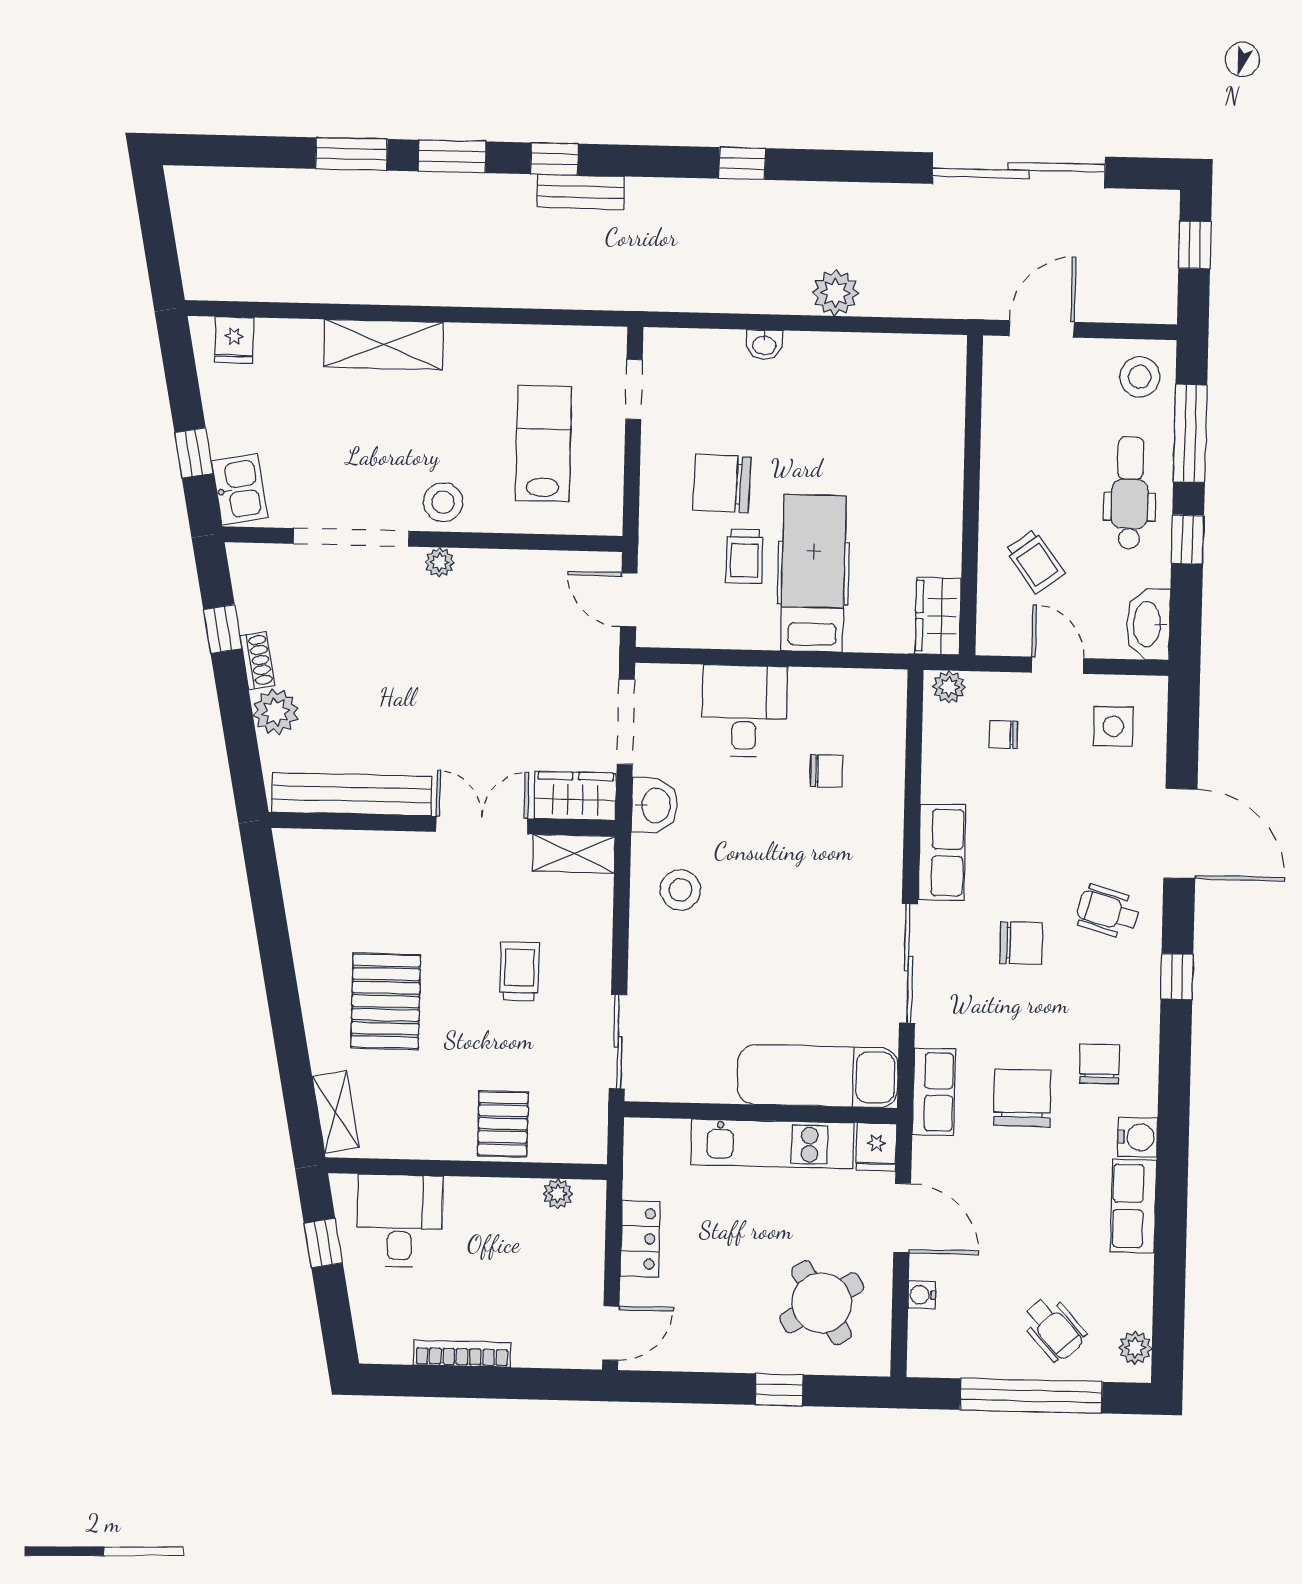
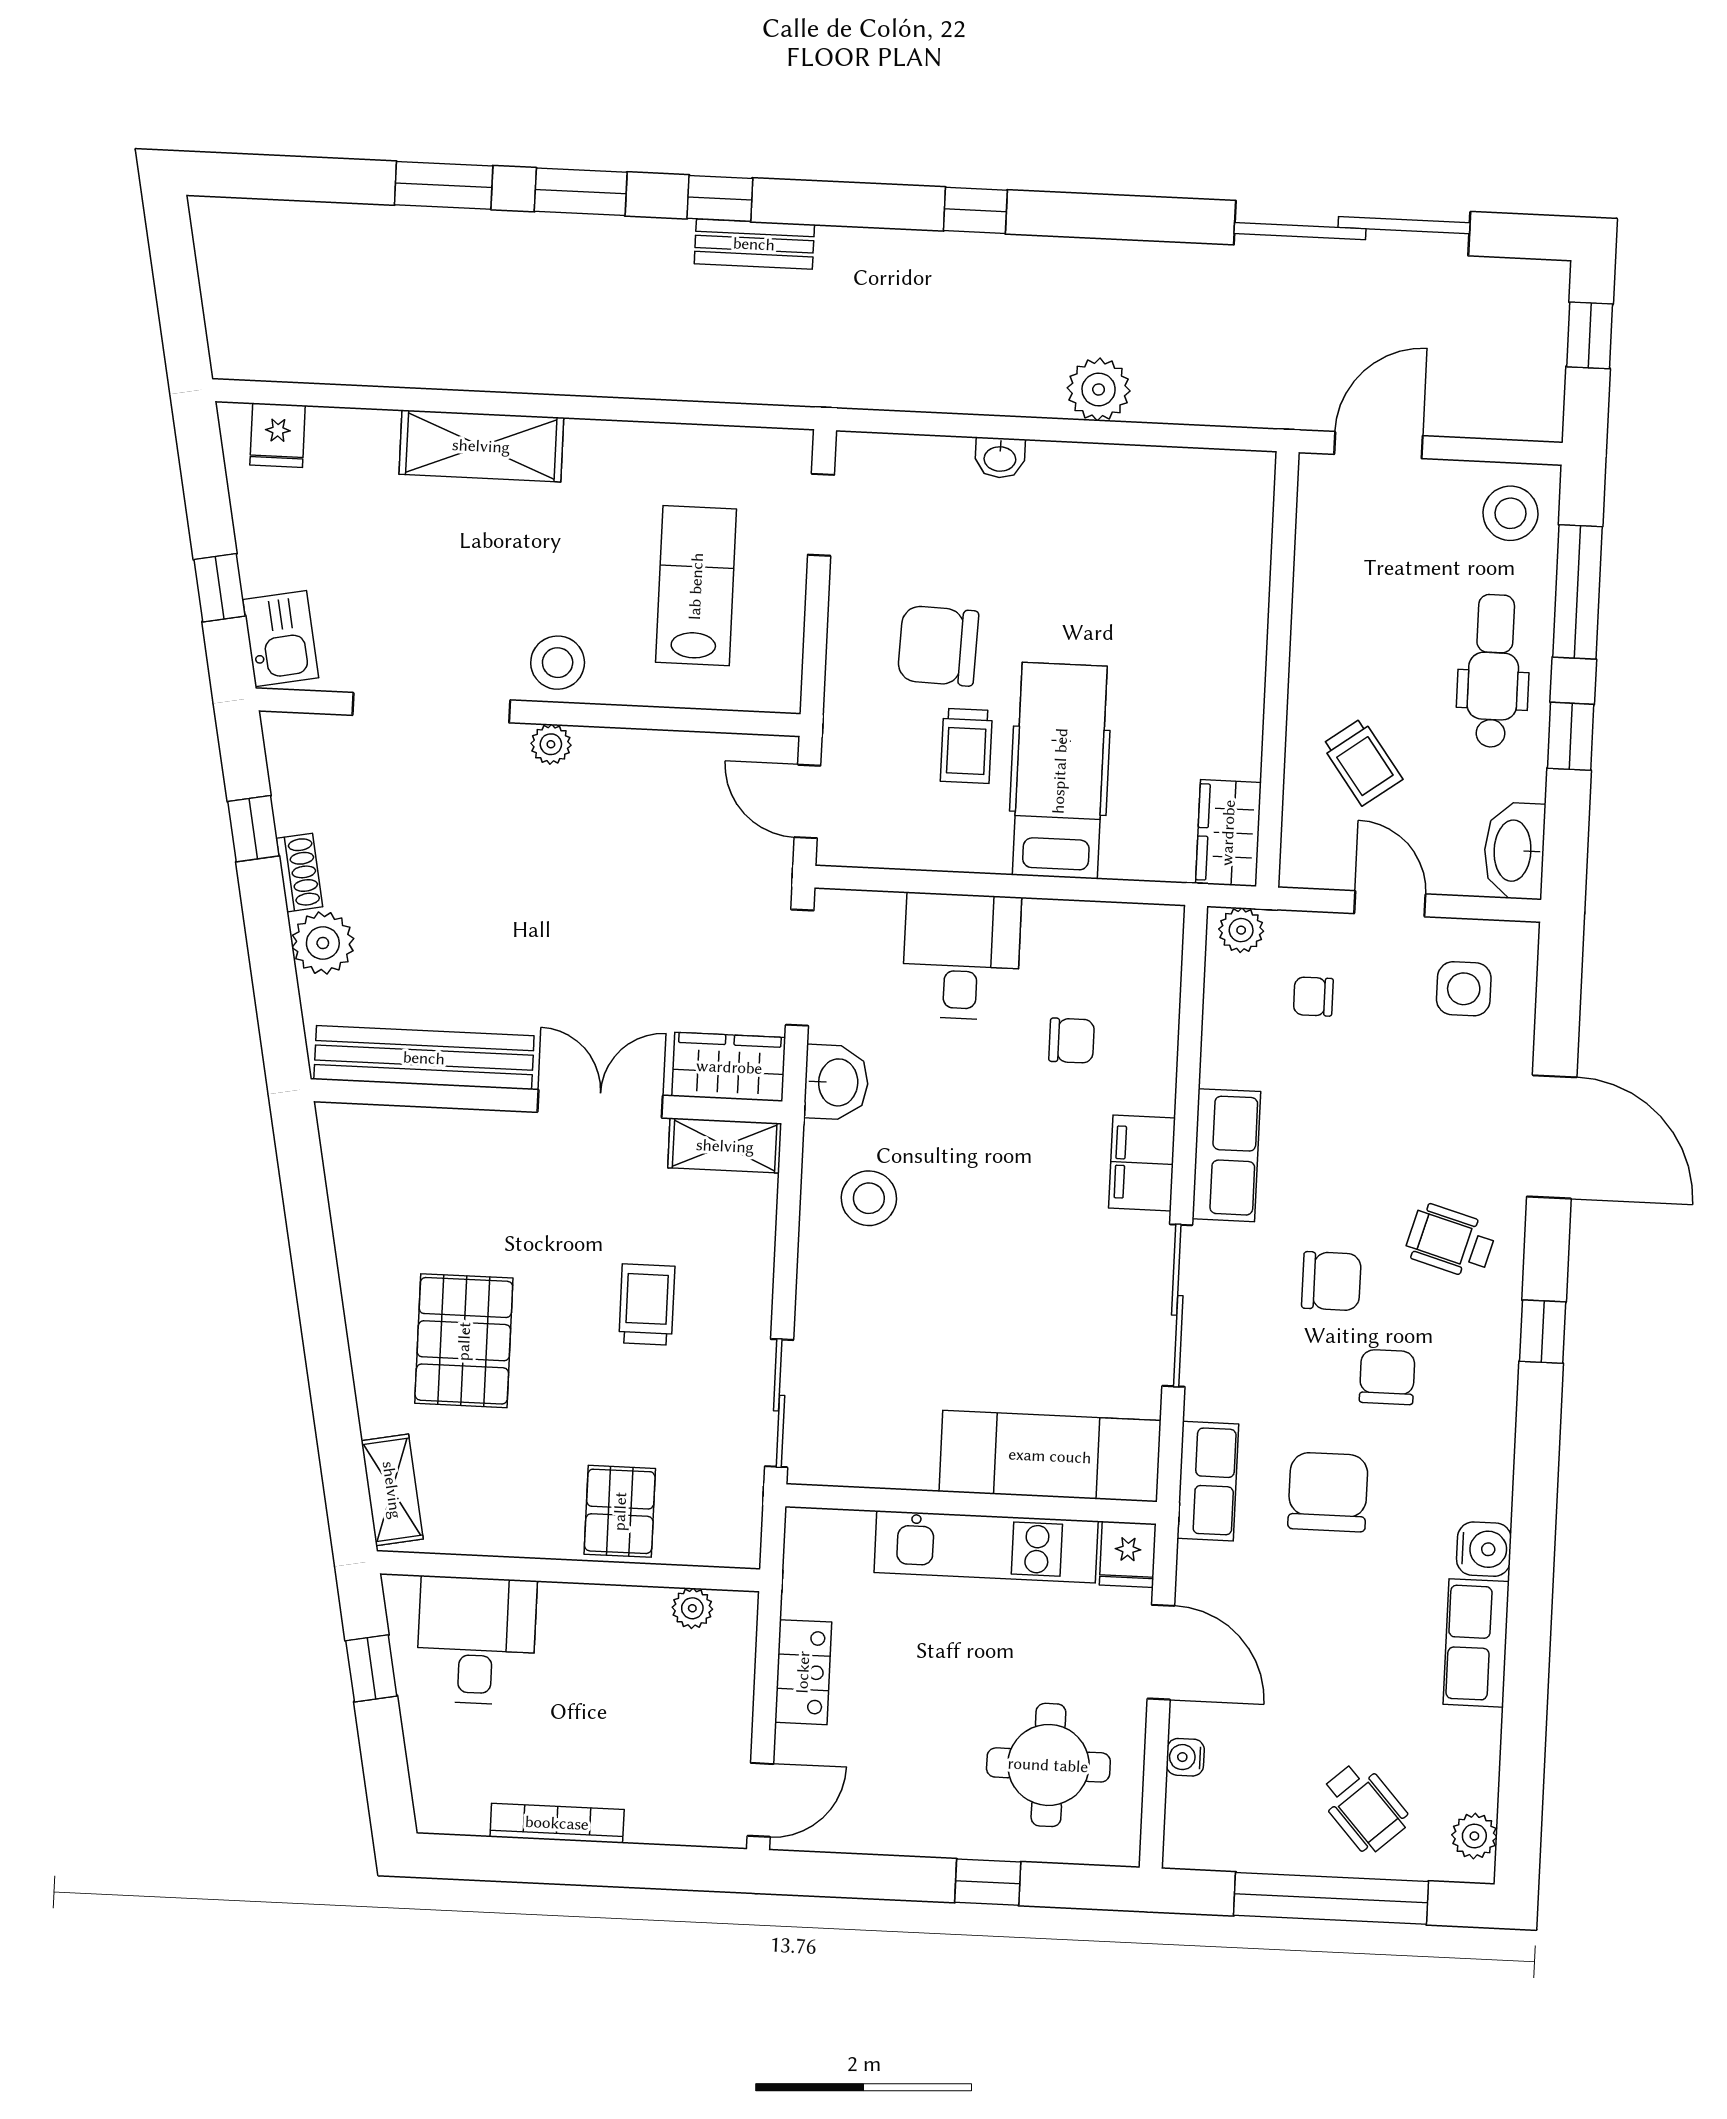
filing cabinet: (880, 860) -> (1142, 1163), added
chair: (1099, 1064) -> (1387, 1377), moved
round table: (822, 1303) -> (1048, 1765), turned 32

